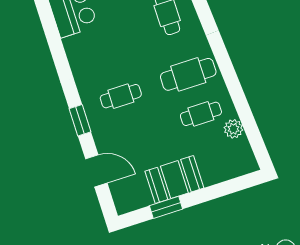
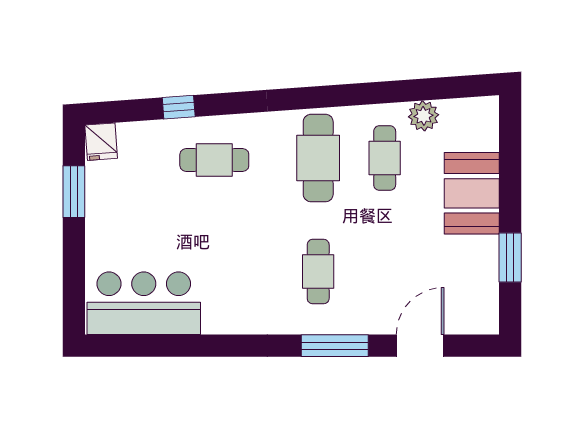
window: (80, 120) -> (335, 346), width x1.44
booth: (174, 180) -> (472, 193), moved

